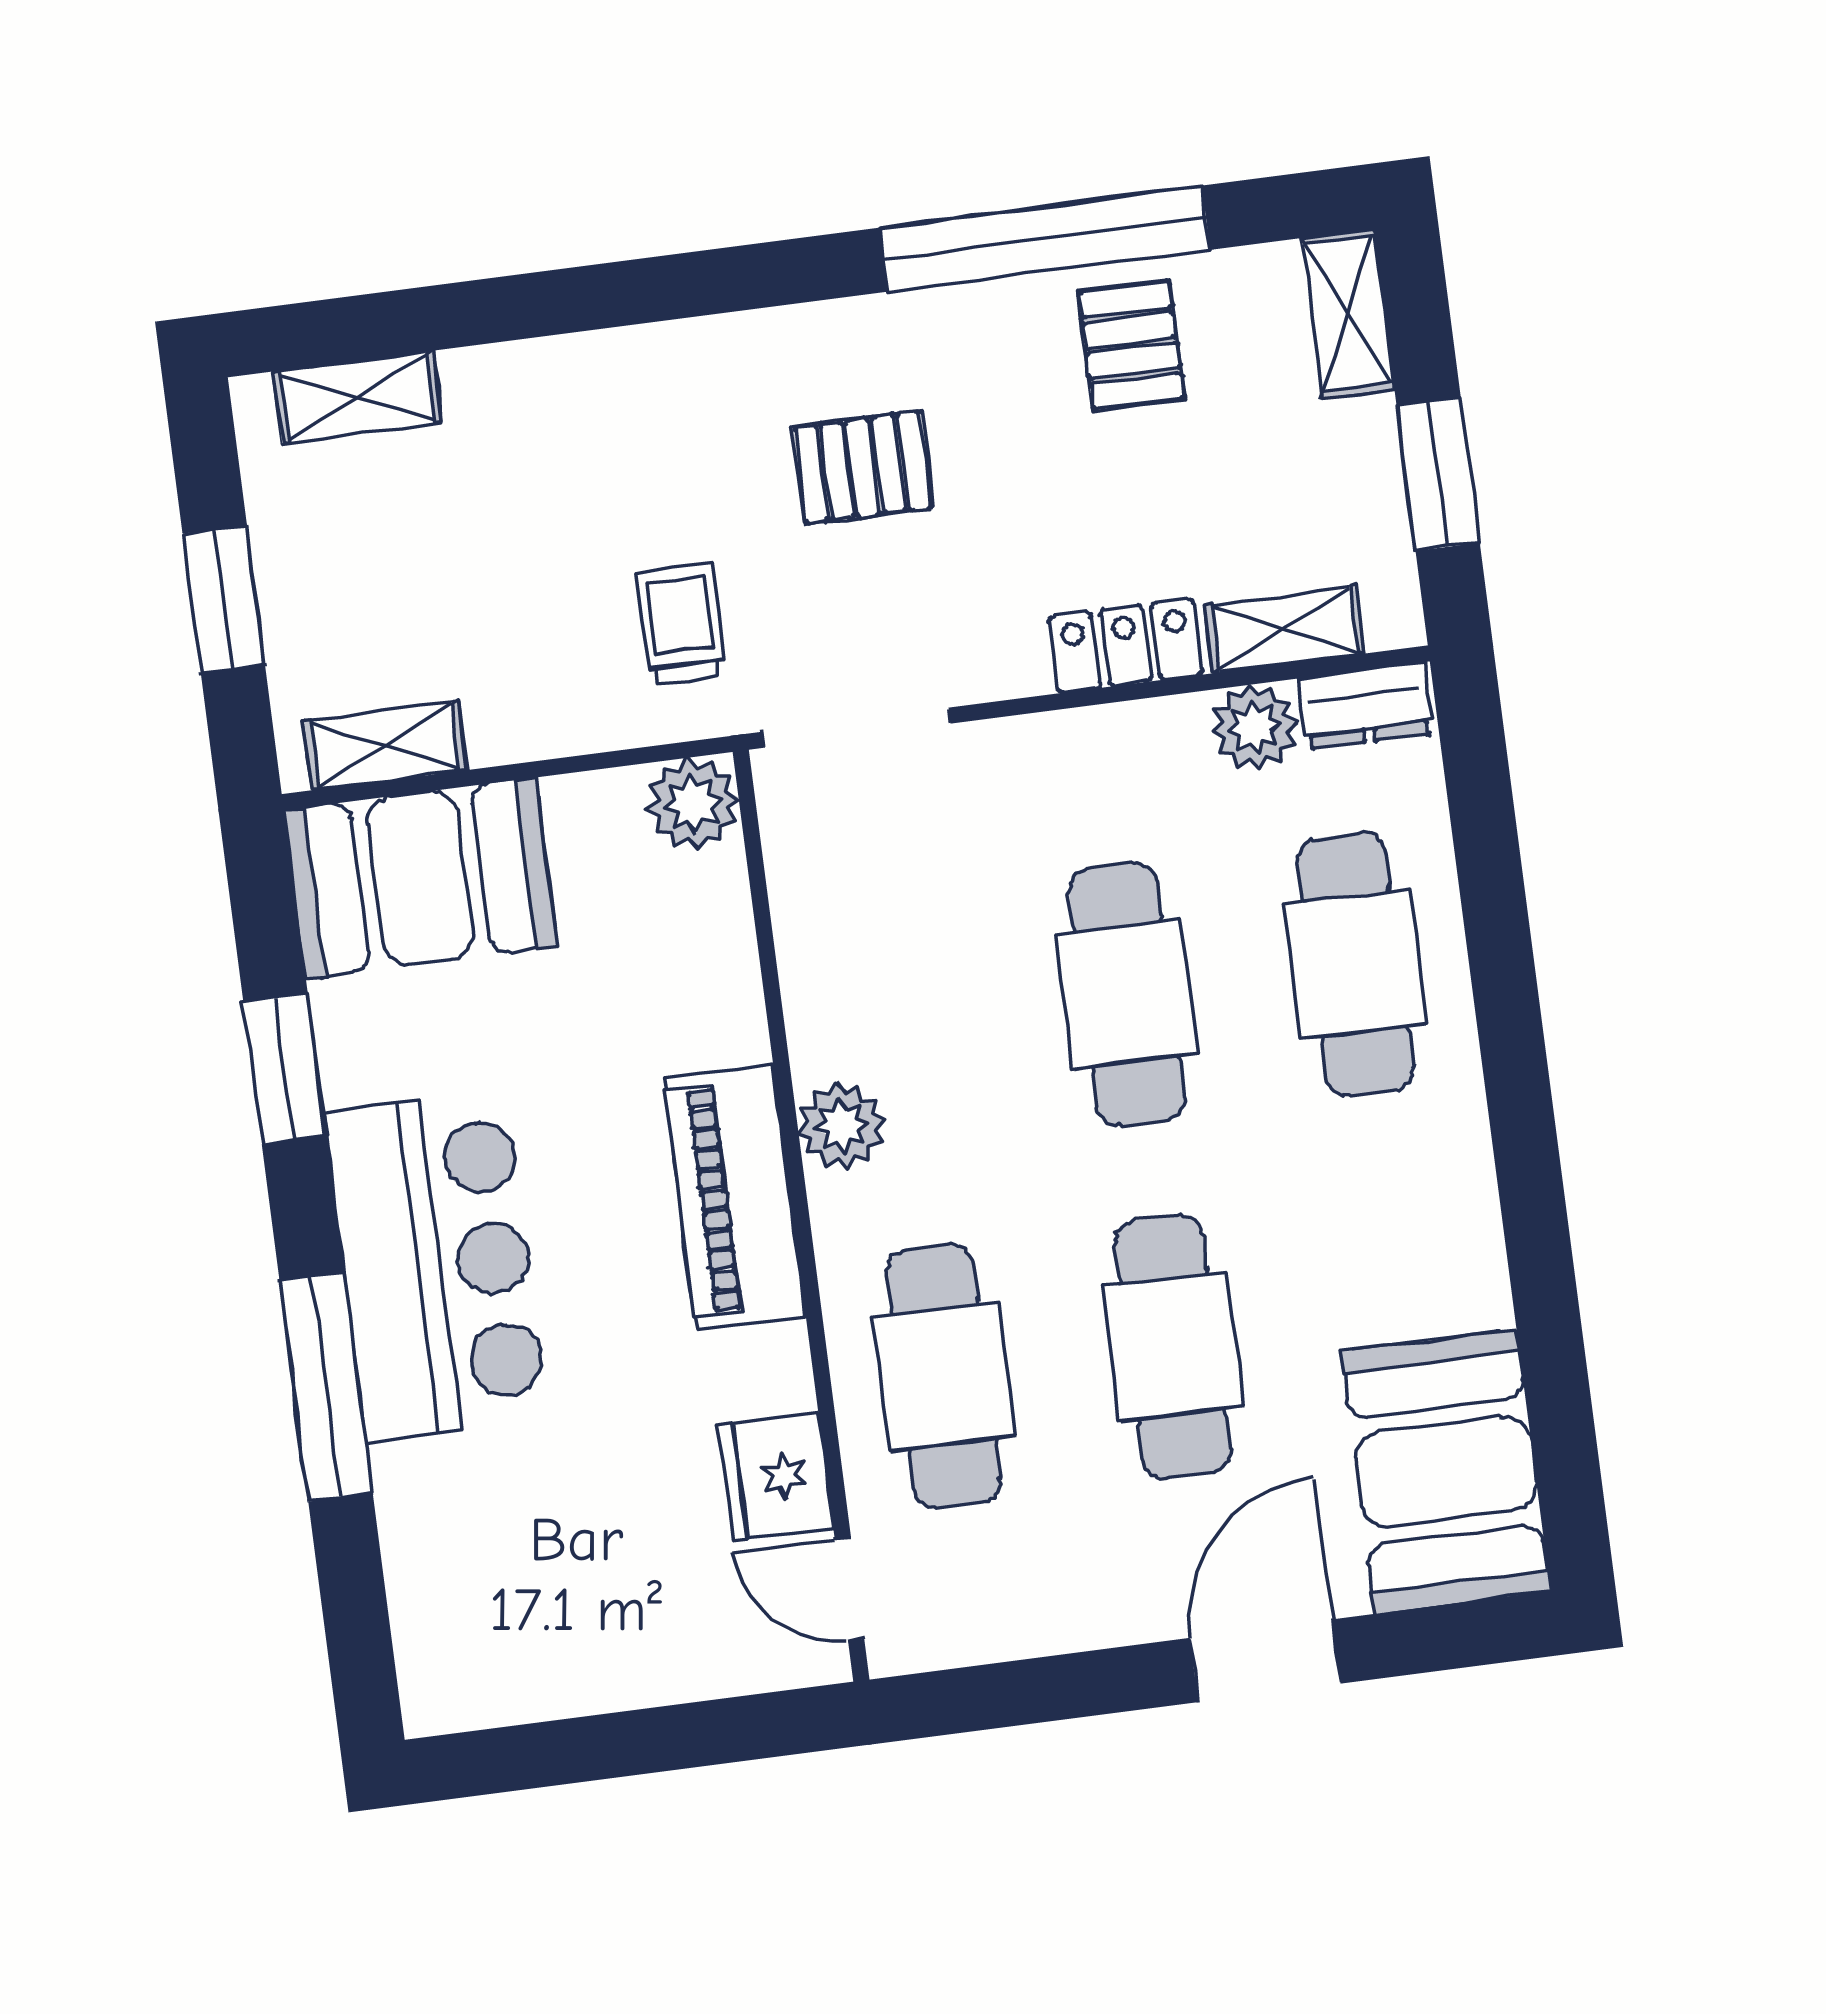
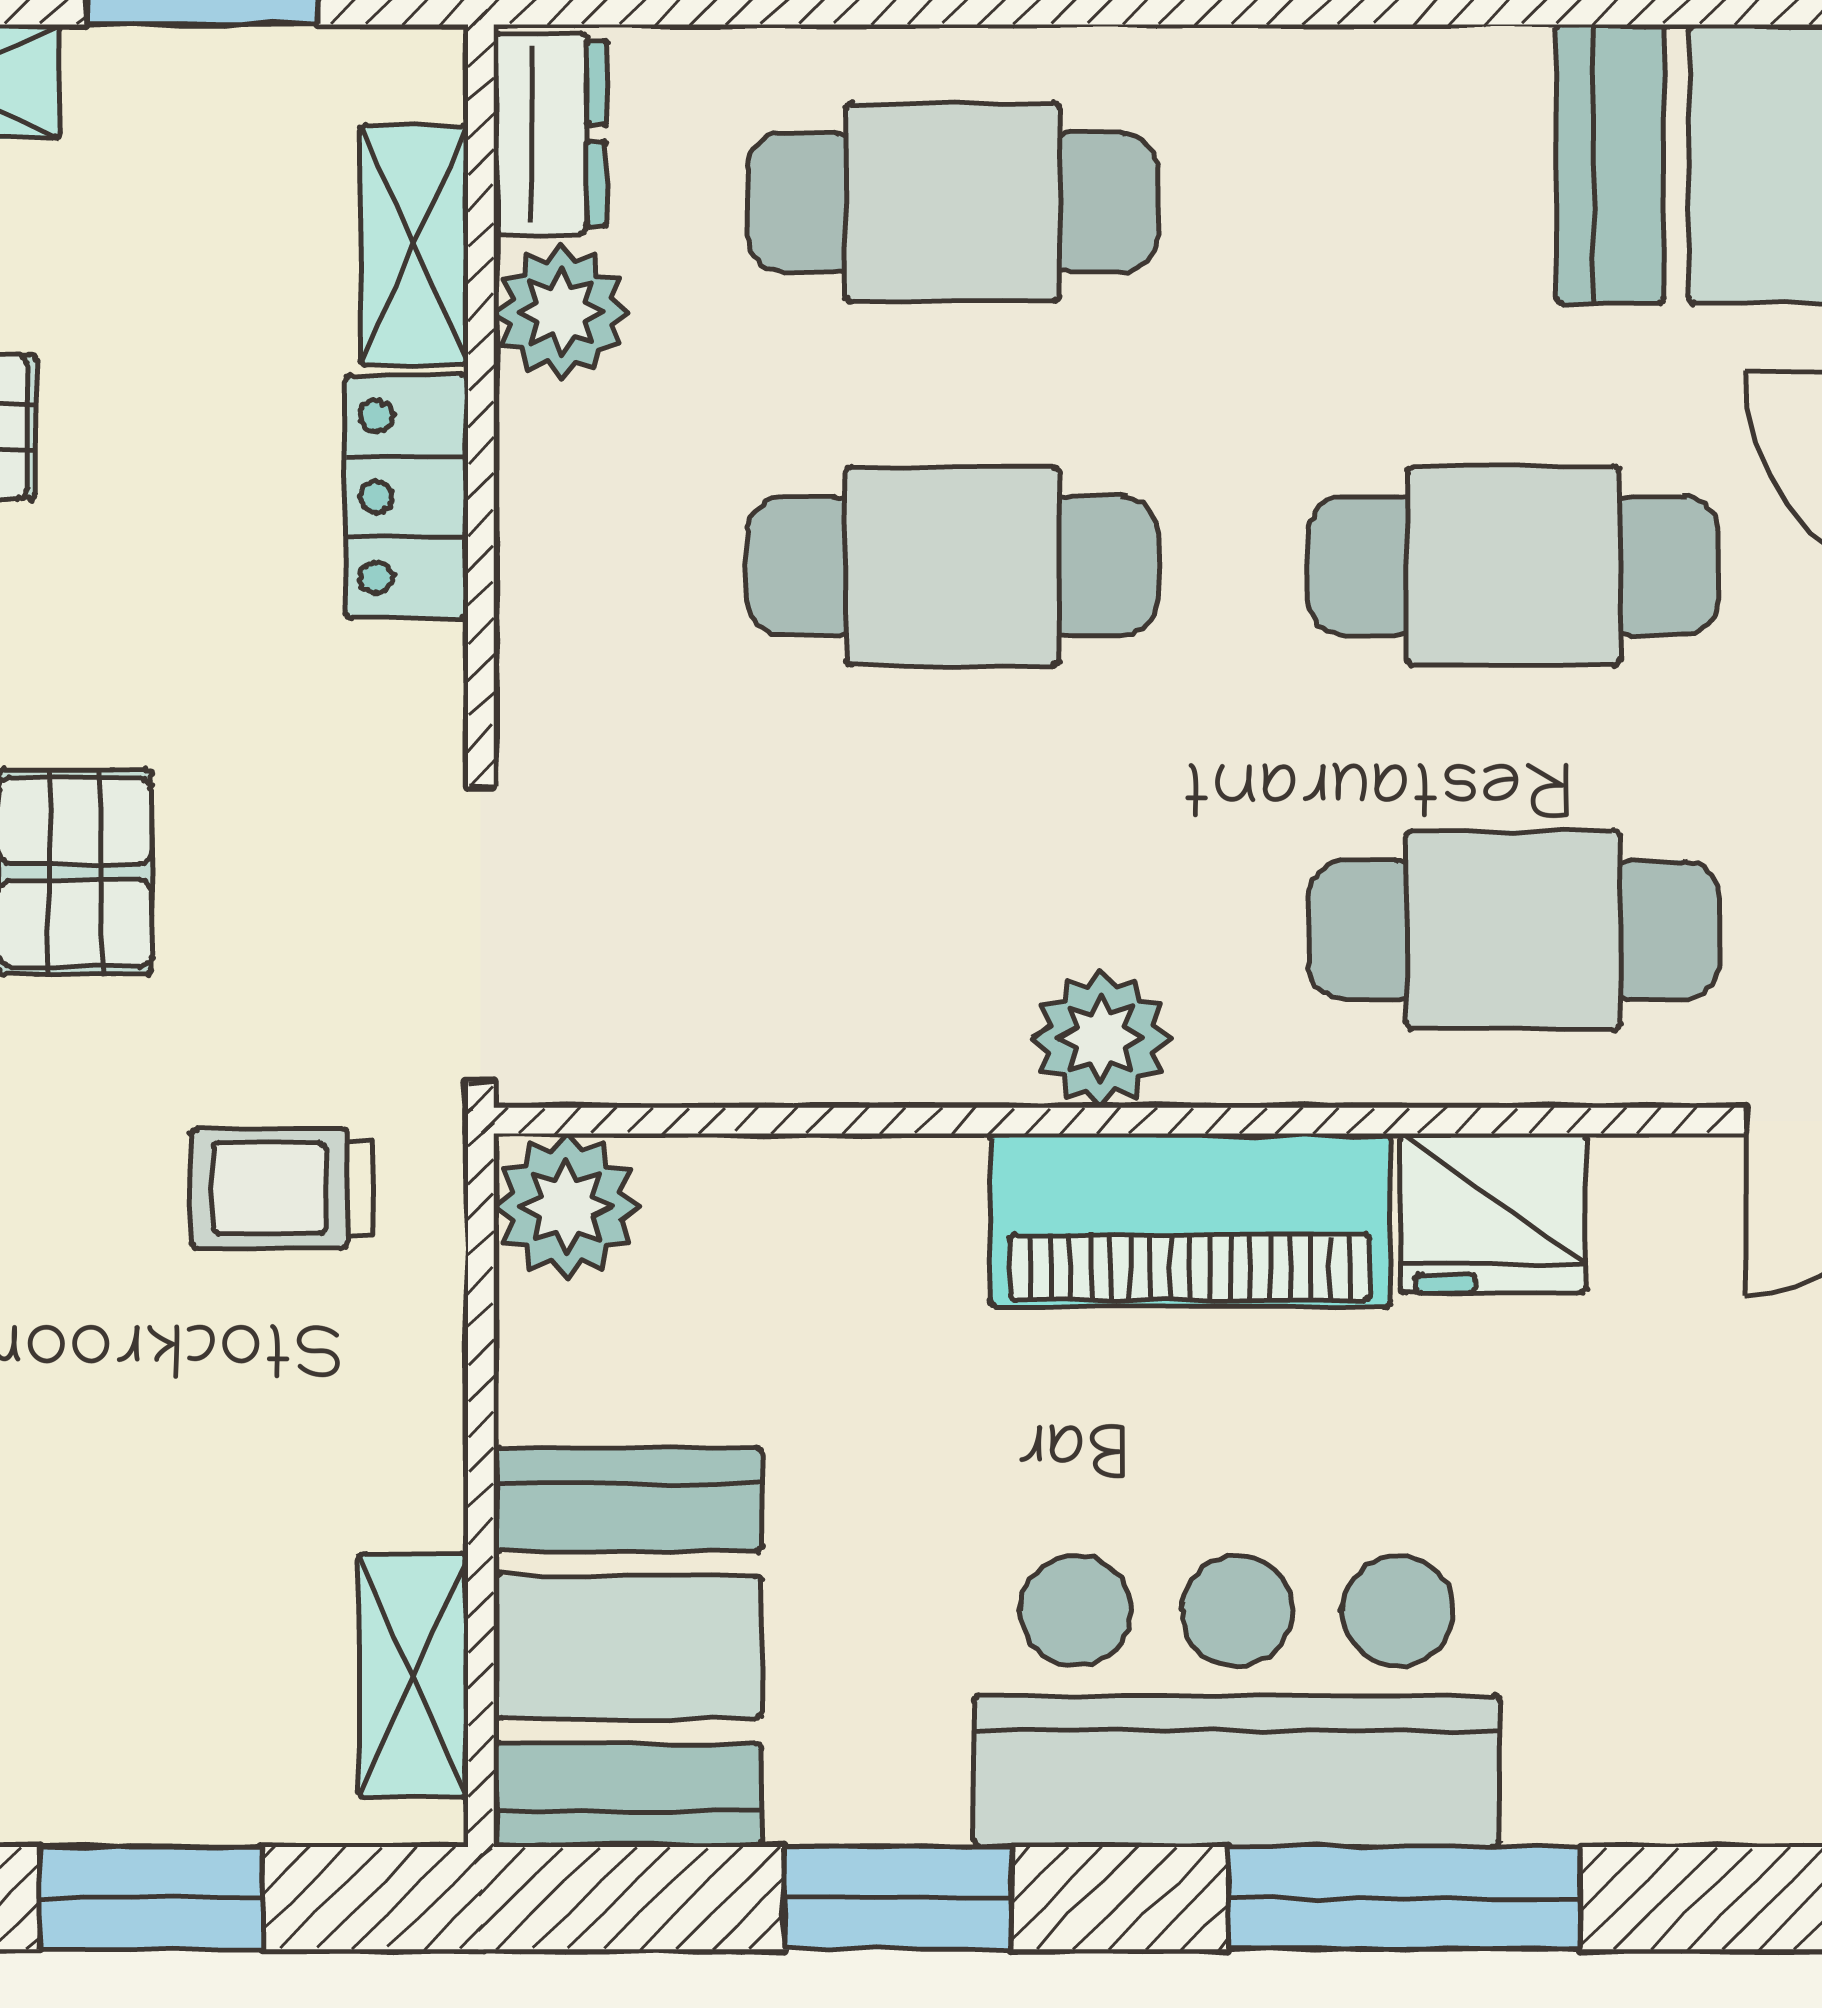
fridge: (776, 1477) -> (1493, 1213), moved

